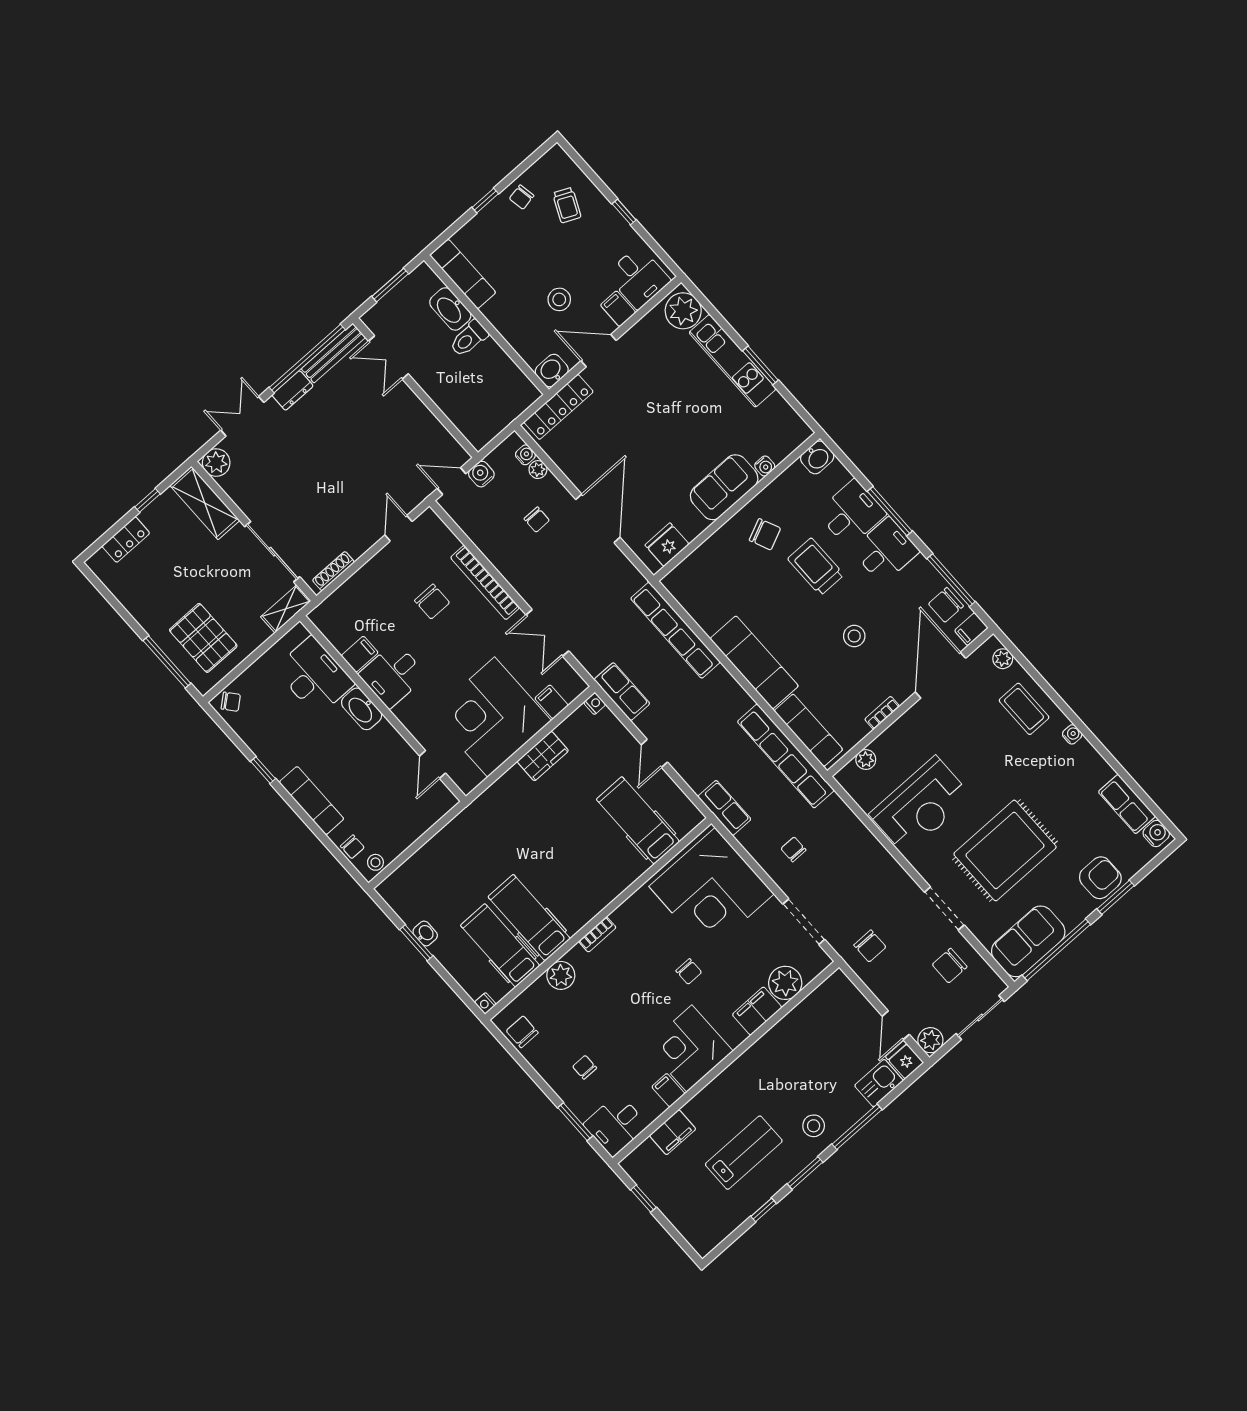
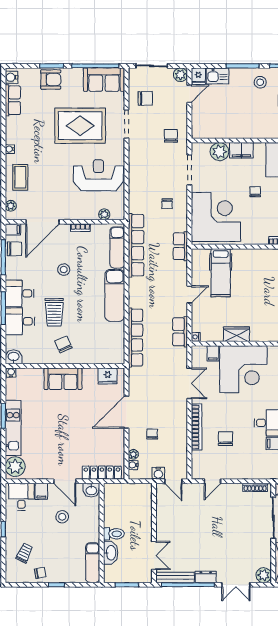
water cooler: (765, 466) -> (11, 373), moved
armchair: (1100, 878) -> (51, 80), turned 180

